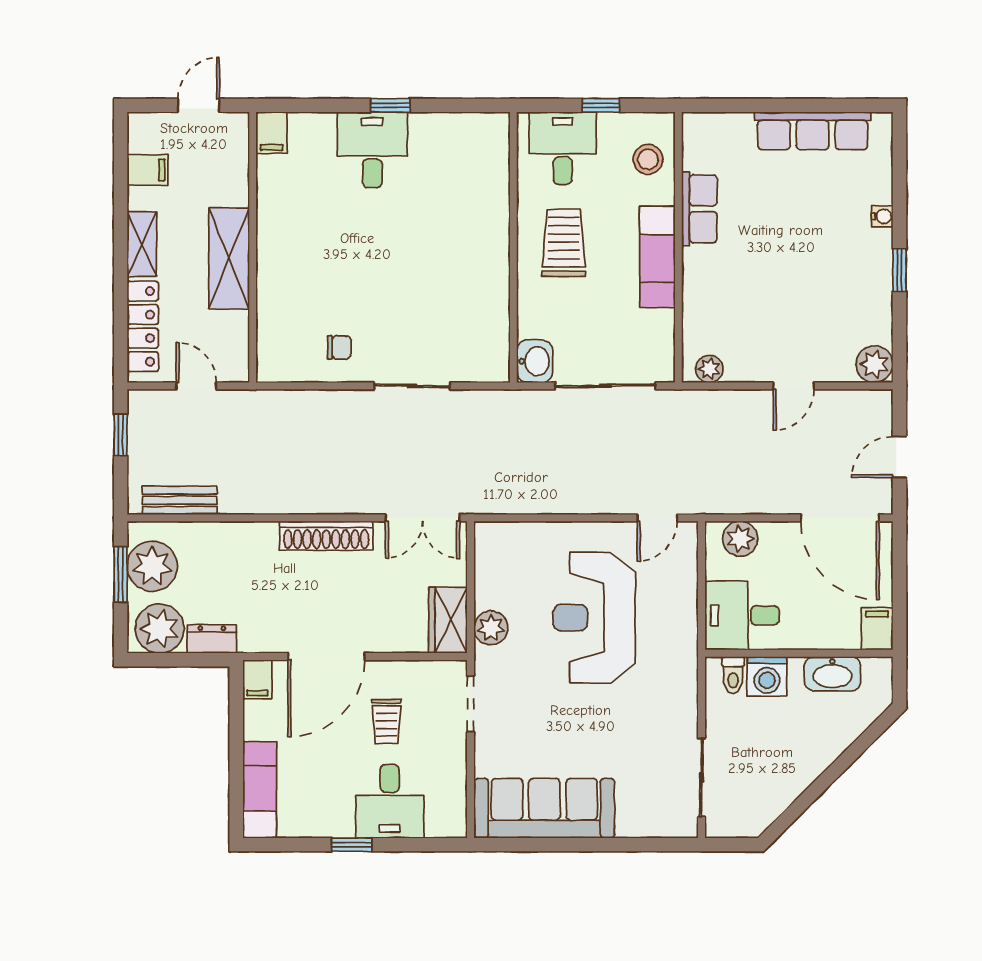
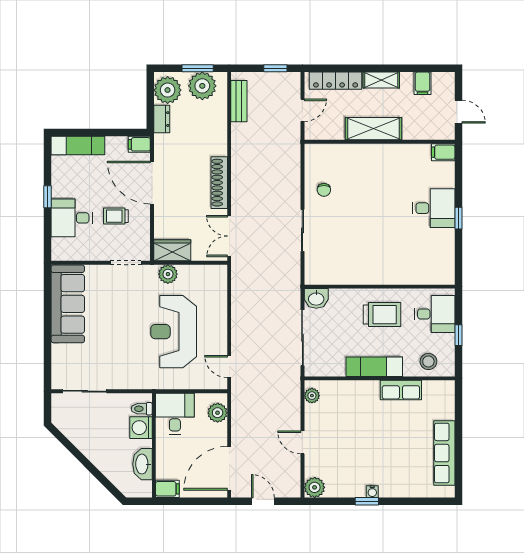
water cooler: (882, 216) -> (372, 492), moved
reception desk: (594, 618) -> (174, 332), turned -90

